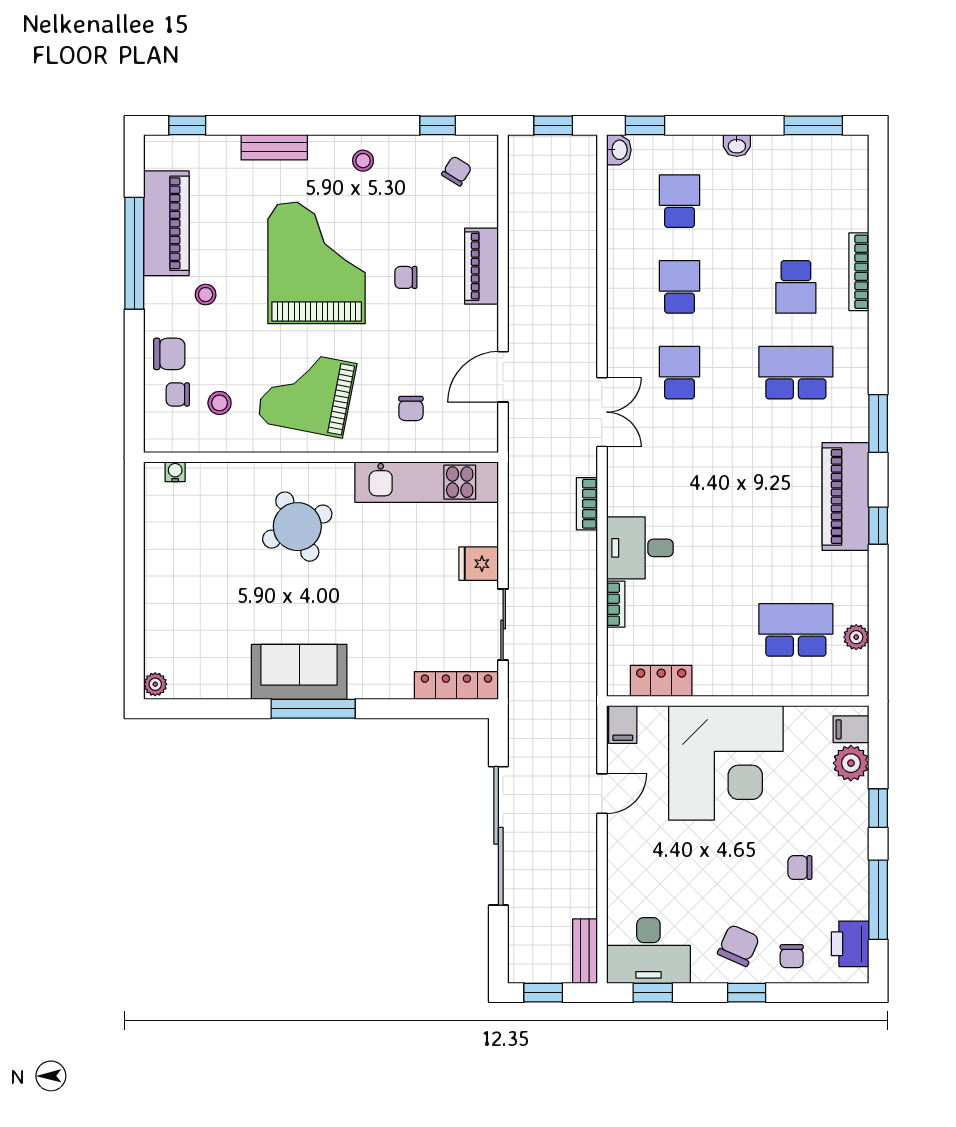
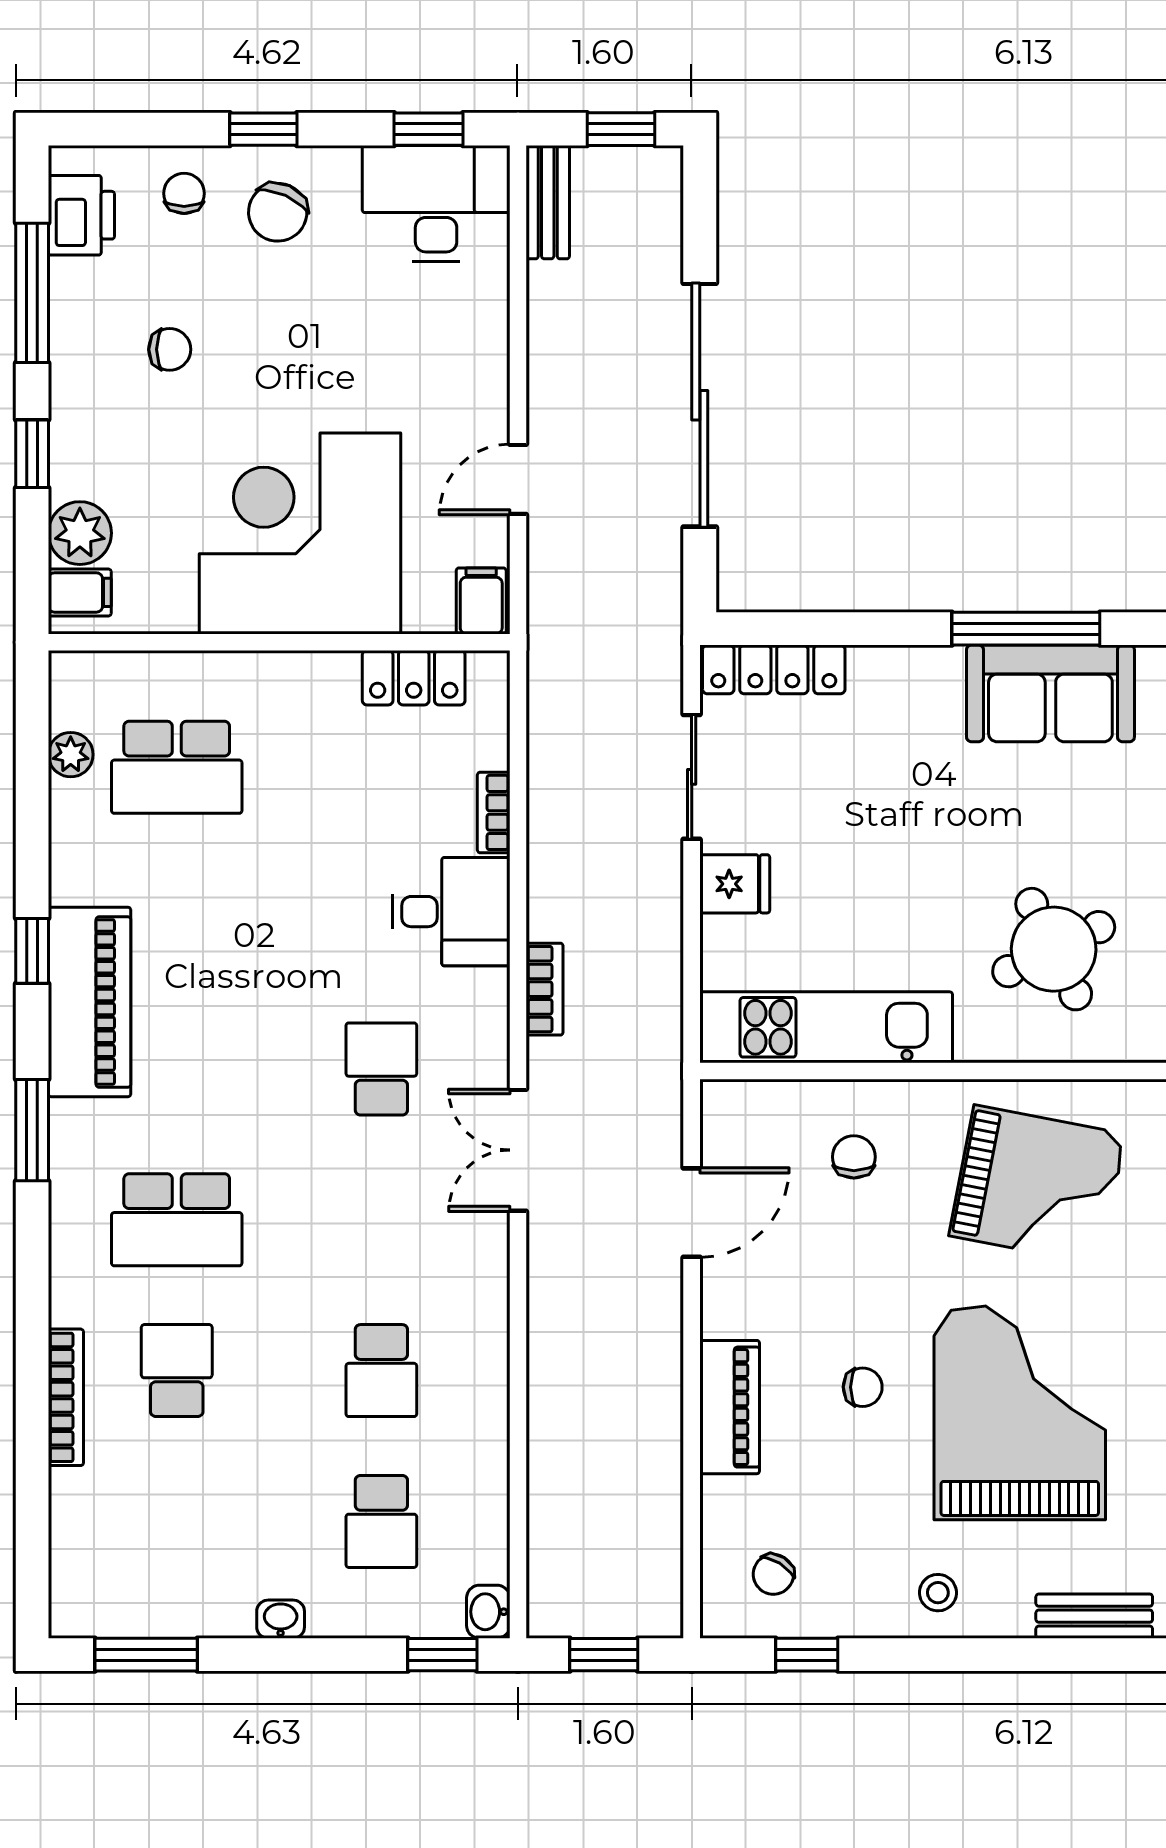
grand piano: (317, 263) -> (1020, 1413), turned 180
school desk: (680, 373) -> (381, 1069), moved, turned 180

